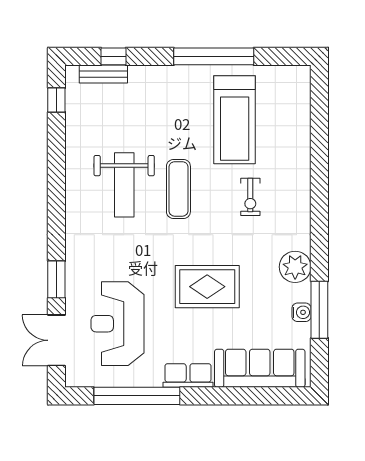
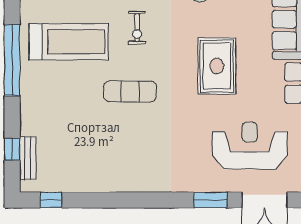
weight bench: (124, 185) -> (126, 140), removed
exercise bike: (250, 197) -> (137, 28), turned 90
reception desk: (117, 324) -> (250, 146), turned 180

